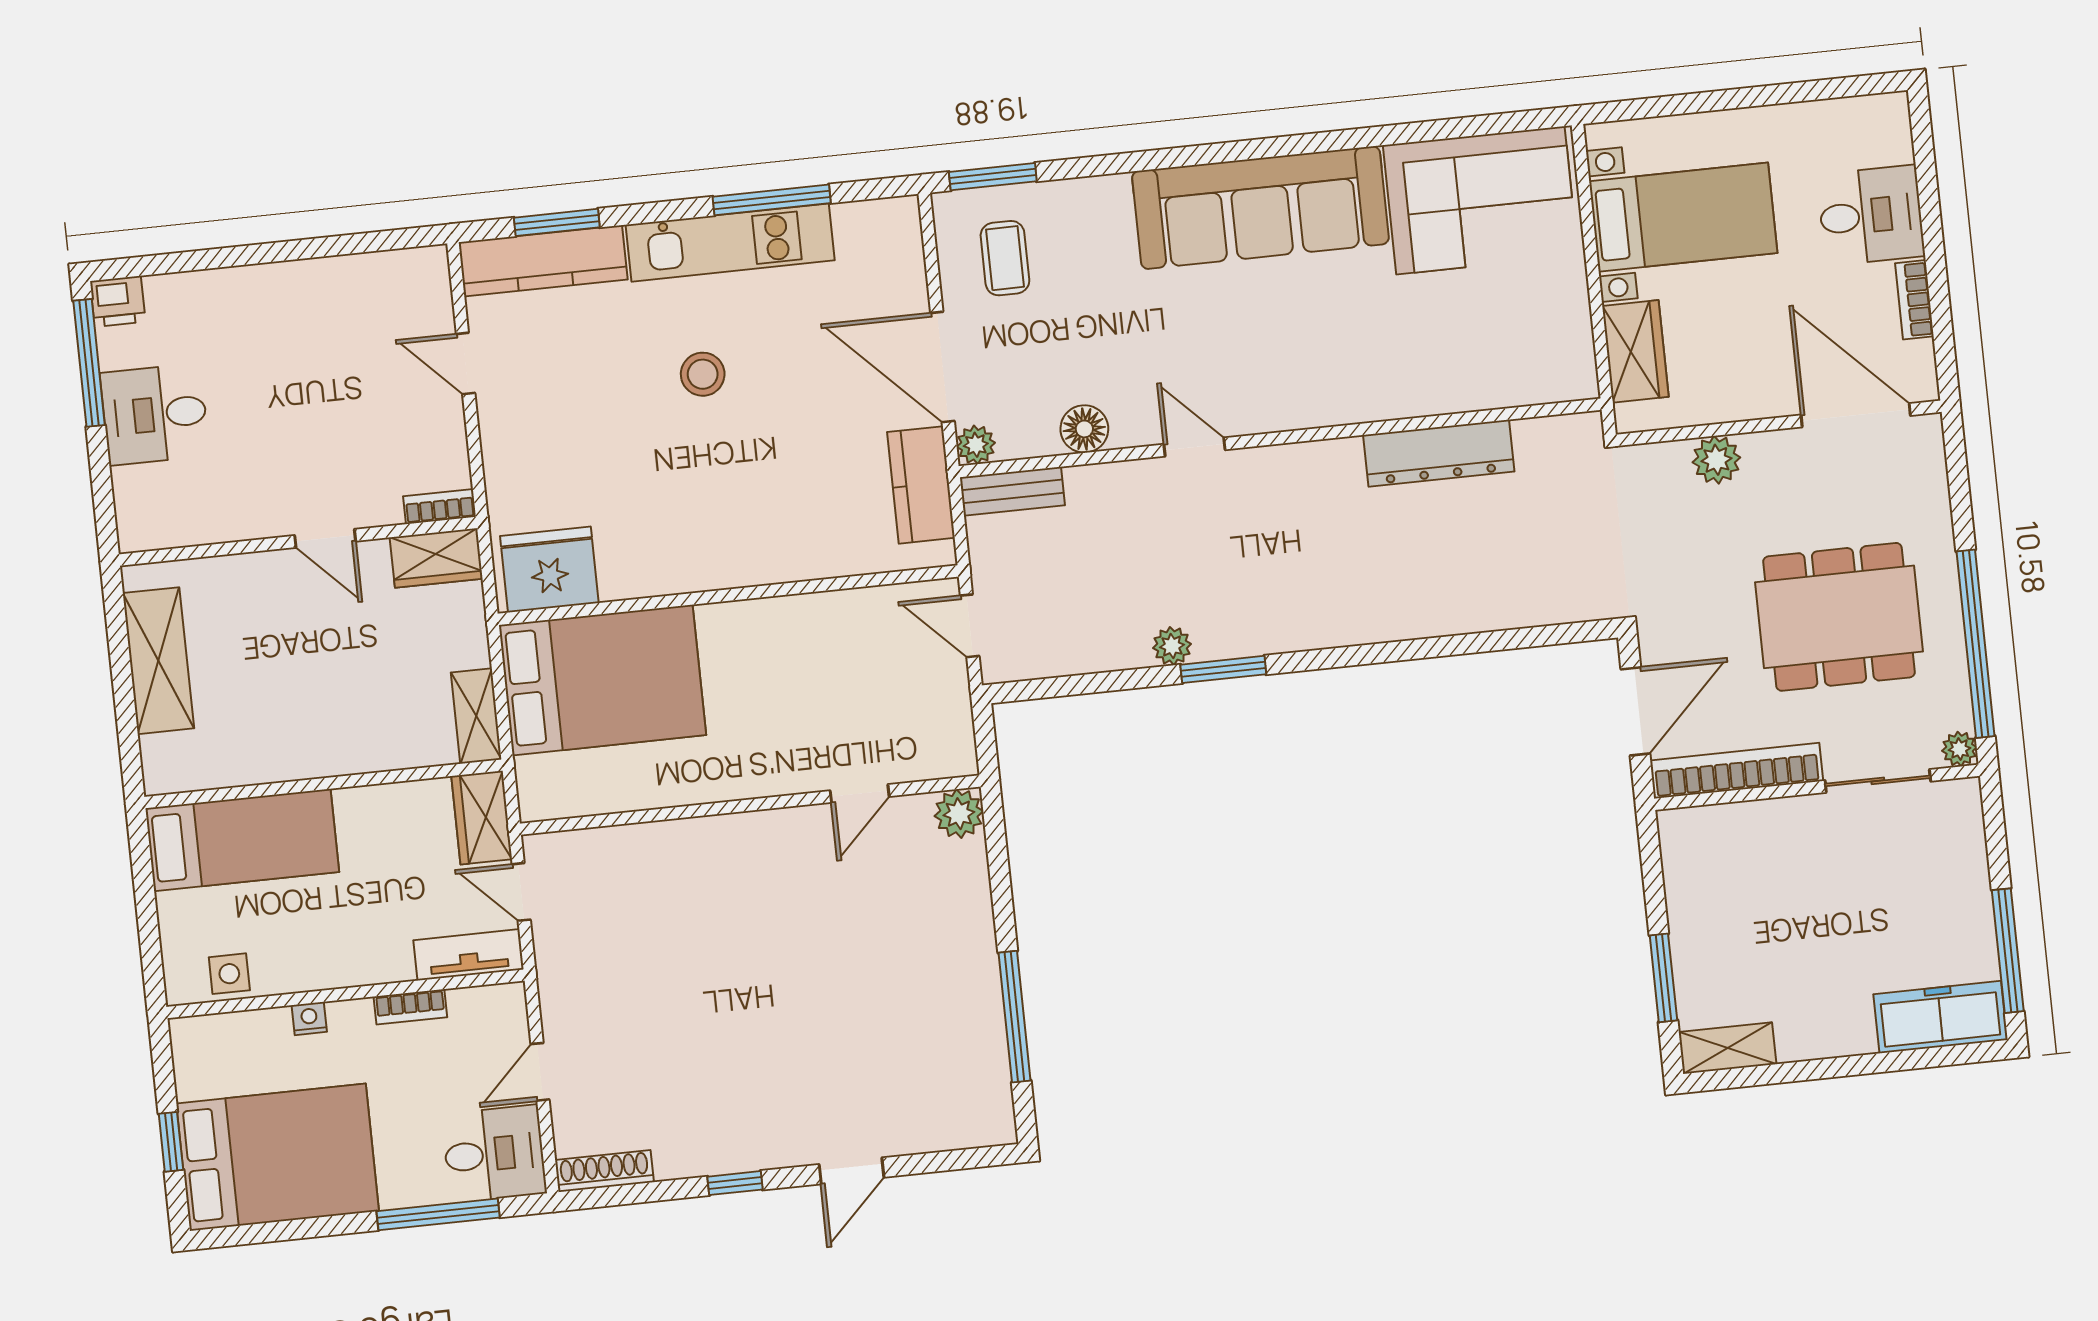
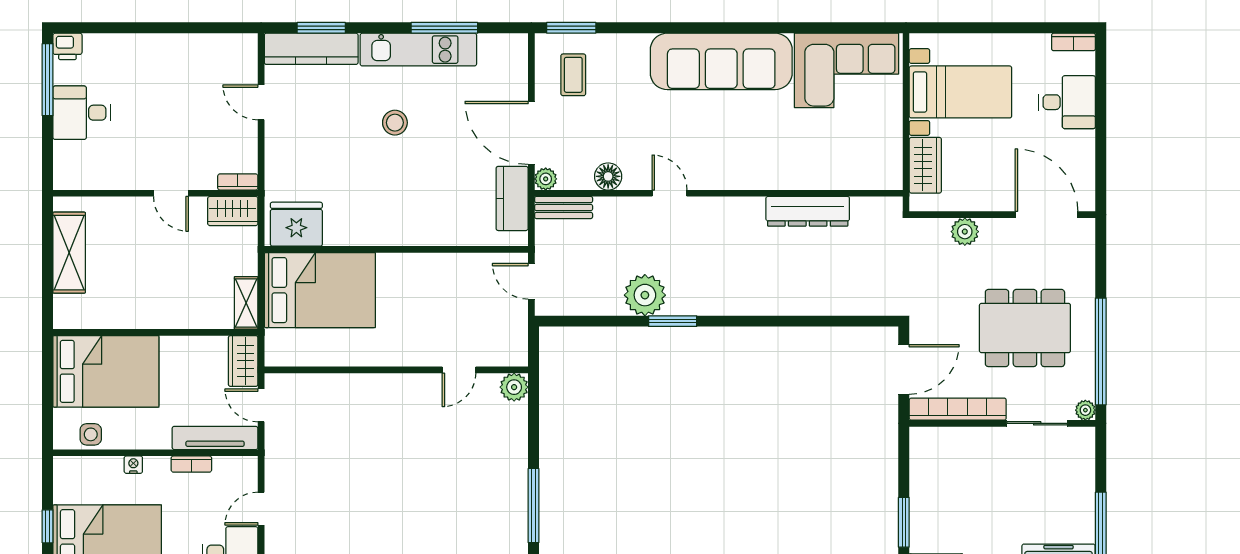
bookcase: (1914, 300) -> (1073, 42), moved, turned -90
plant: (1172, 646) -> (645, 295), width x1.88, depth x1.88
bed: (242, 840) -> (106, 371), width x1.50
tv unit: (468, 955) -> (215, 438), width x1.41

